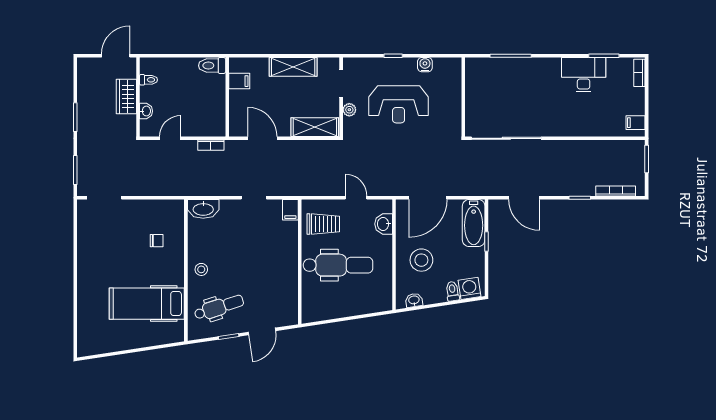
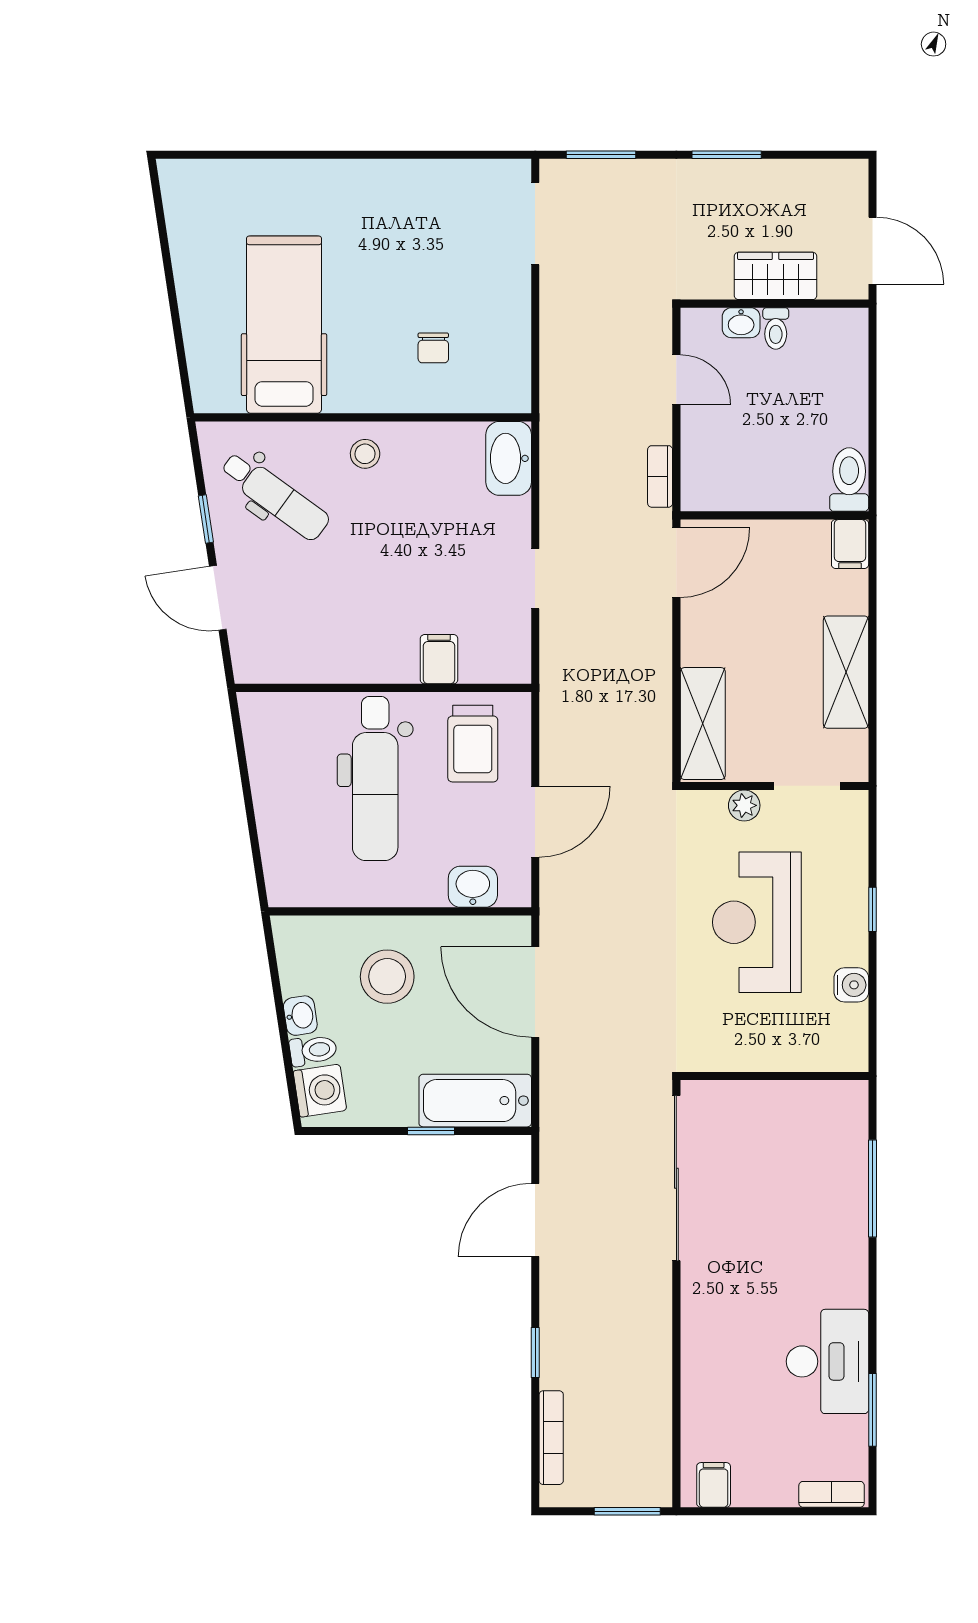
toilet: (148, 80) -> (776, 328), moved
filing cabinet: (239, 81) -> (850, 544), moved
door: (262, 138) -> (676, 563), moved
door: (356, 198) -> (535, 822), width x1.38
filing cabinet: (290, 210) -> (439, 659), moved, turned 90
washbasin: (414, 300) -> (300, 1016), moved
dental chair: (219, 307) -> (275, 496), turned -36

